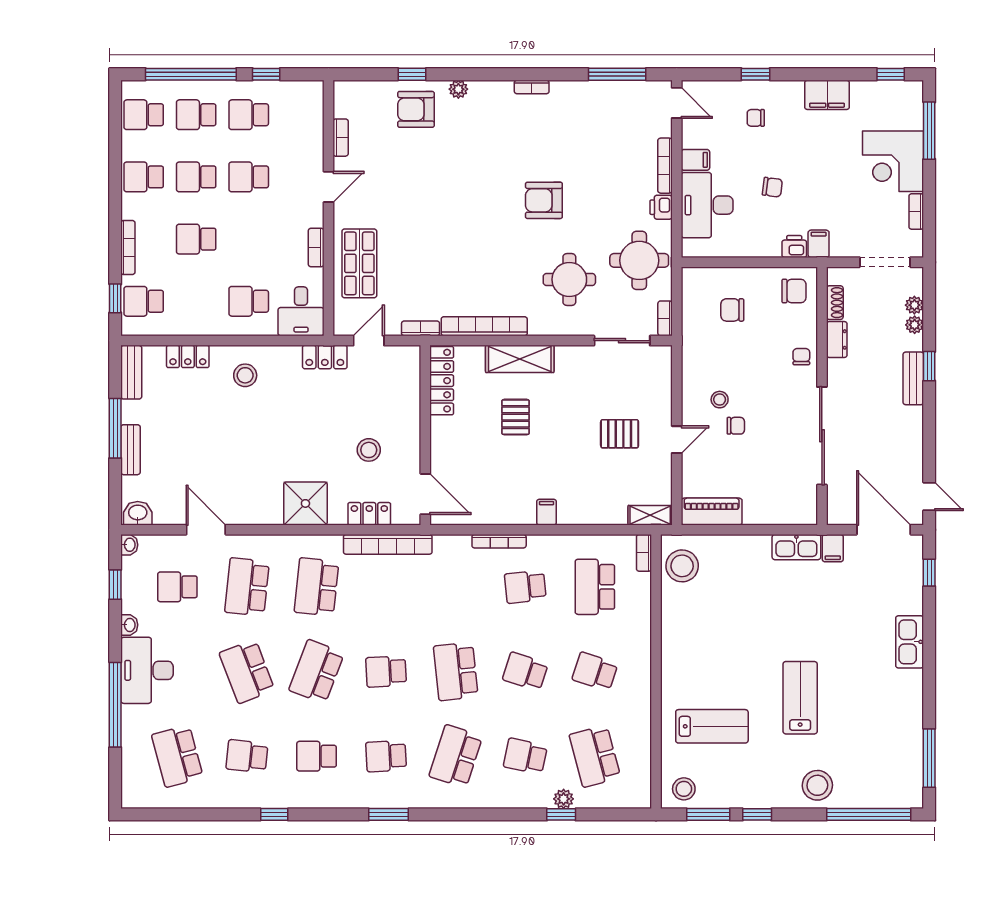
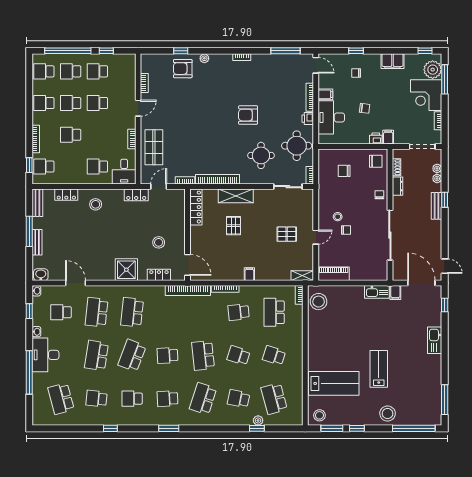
plant: (906, 111) -> (433, 70), added
bookcase: (388, 544) -> (188, 291), moved
school desk: (247, 672) -> (97, 355), turned 30
lab bench: (712, 726) -> (334, 383), width x1.36, depth x1.39

